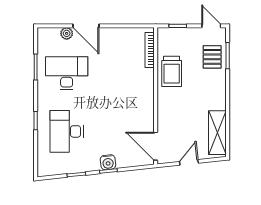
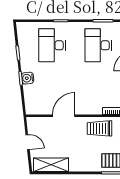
desk: (67, 73) -> (98, 45), turned 180
desk: (67, 131) -> (52, 45), turned -90
door: (156, 146) -> (64, 116), moved

